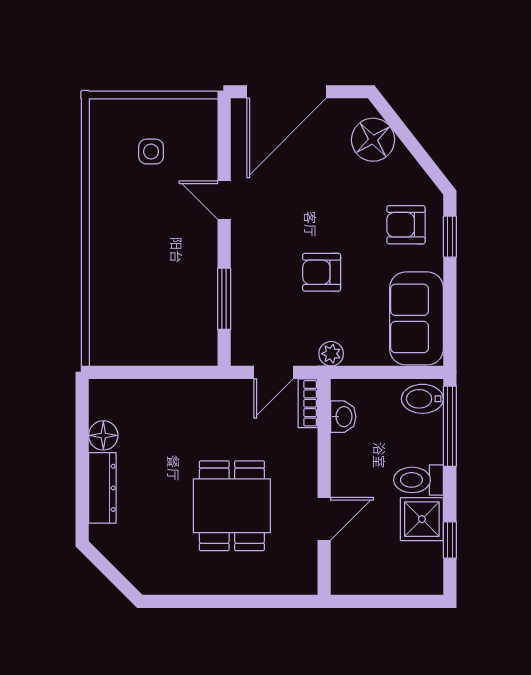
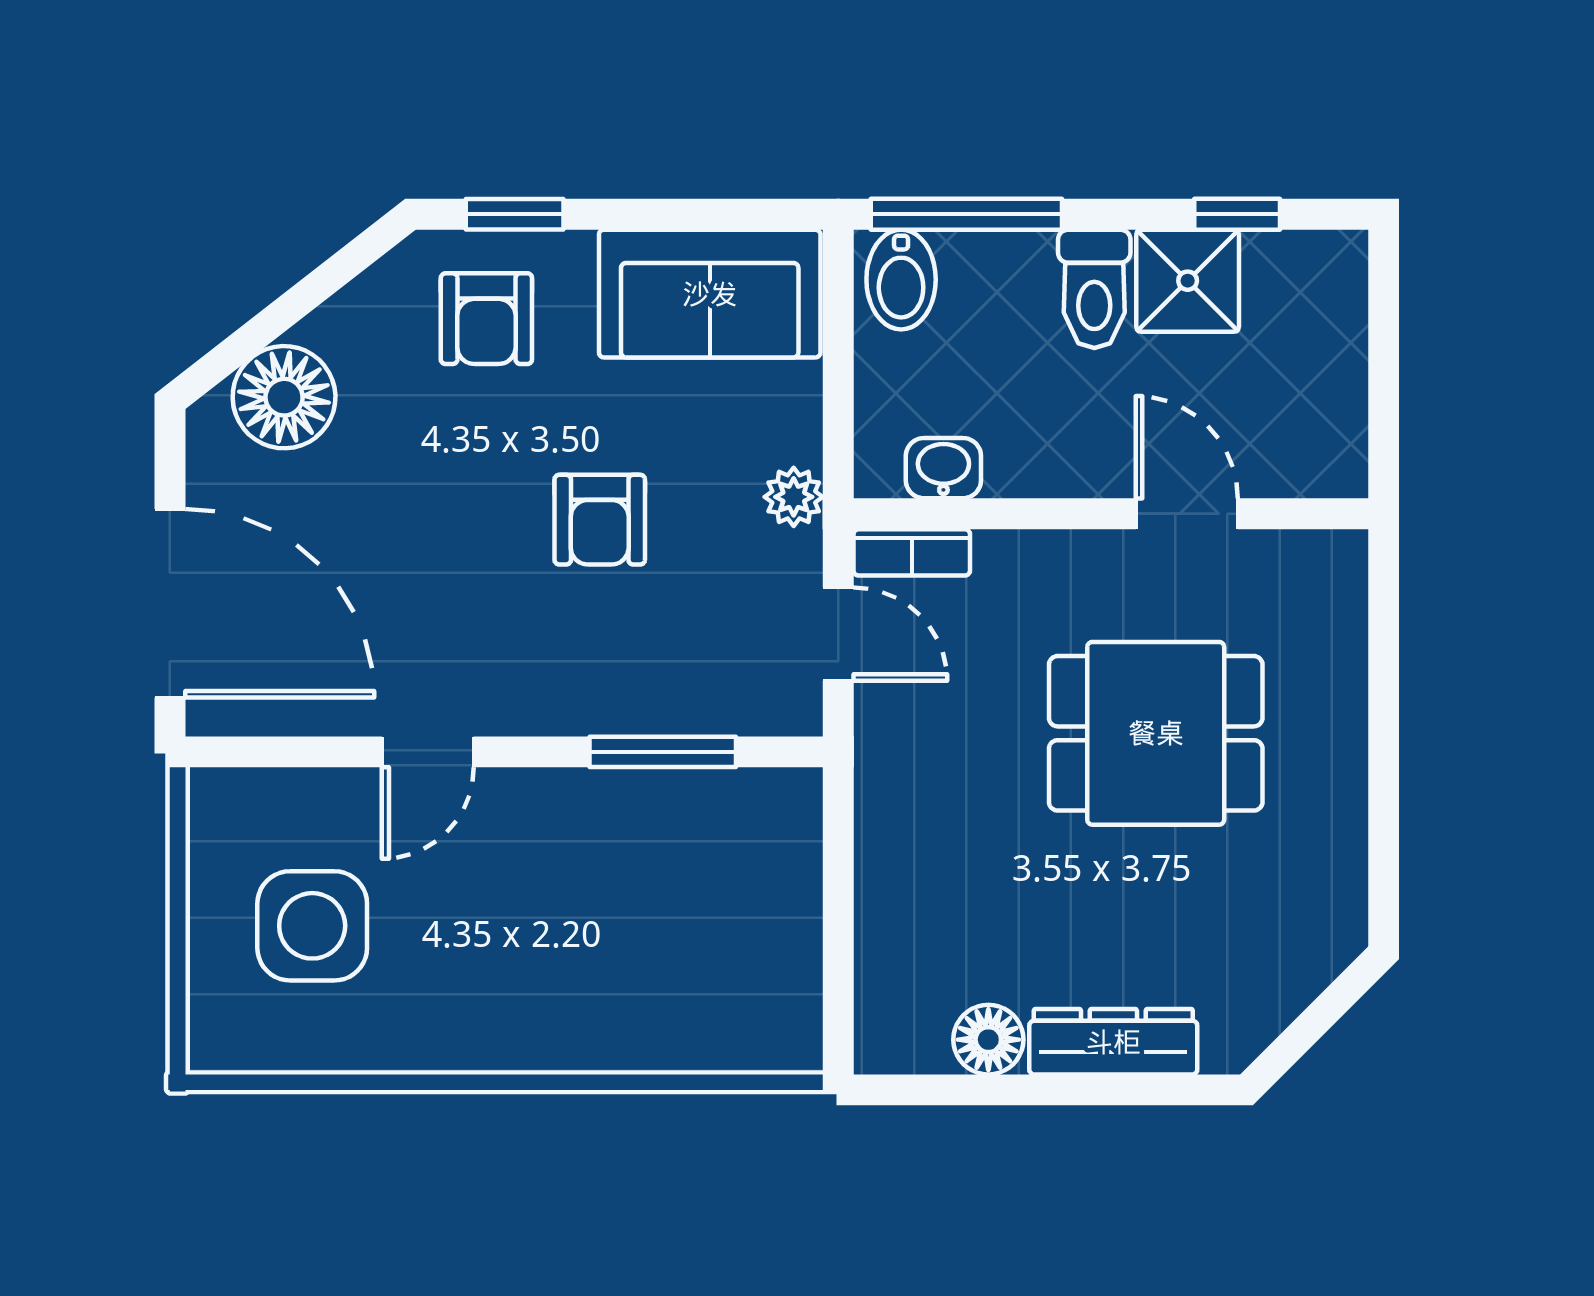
side table: (151, 152) -> (312, 926), width x1.87, depth x1.87

